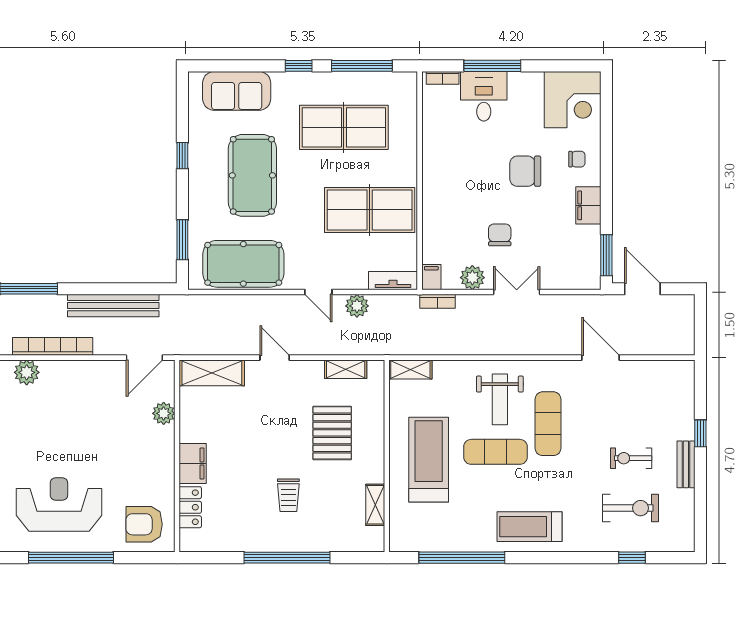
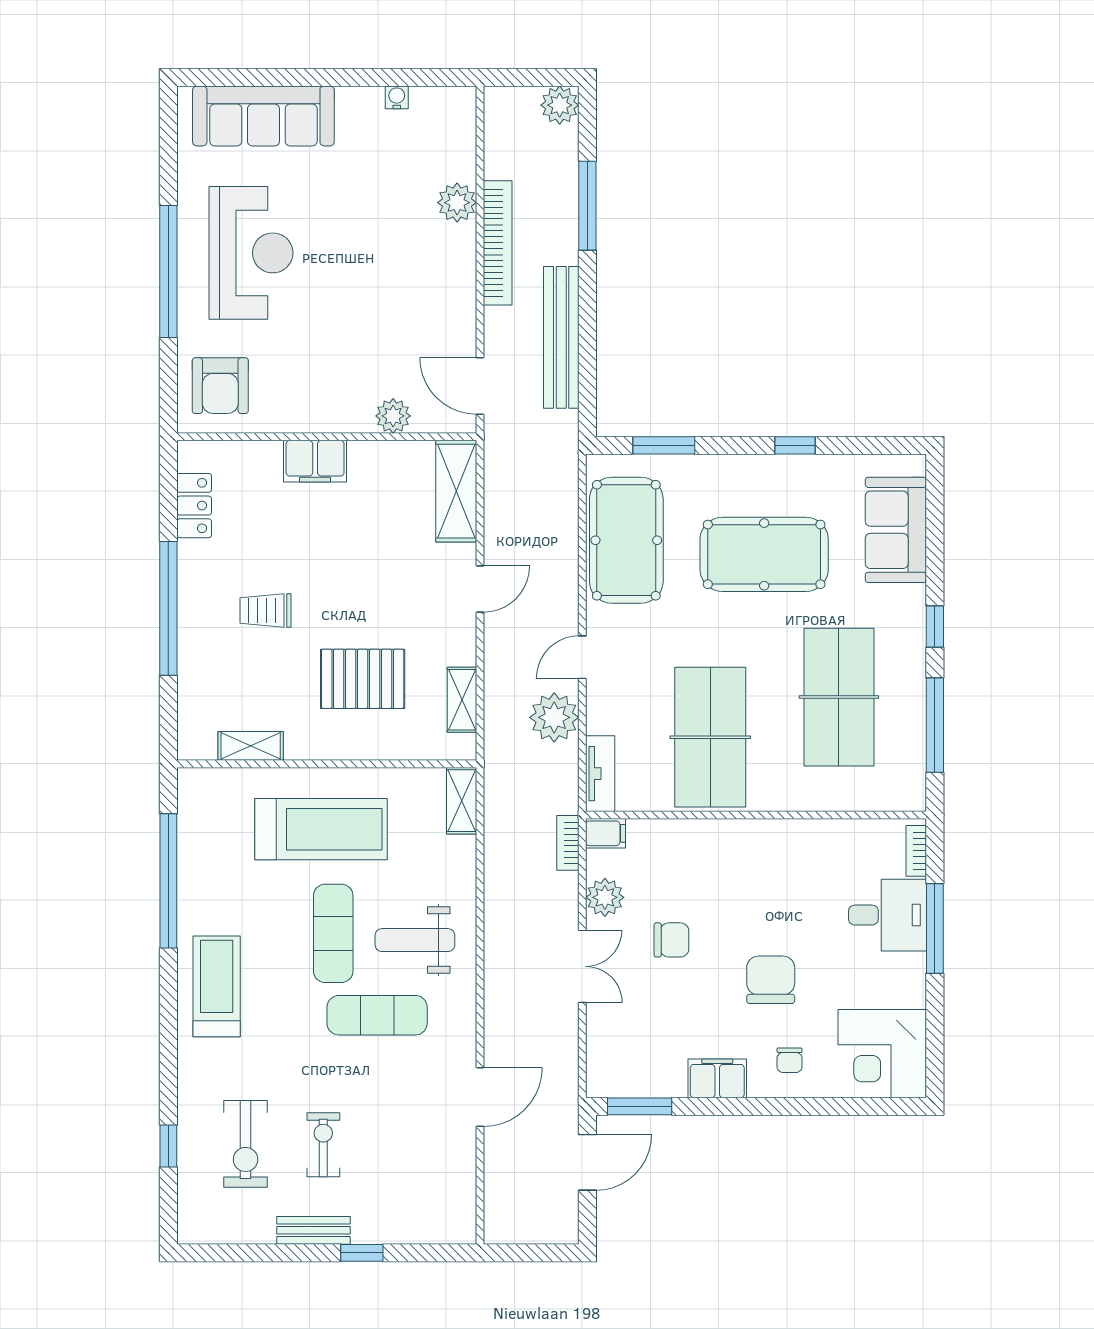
plant: (357, 306) -> (554, 717), width x1.36, depth x1.36
locker: (190, 507) -> (194, 506), moved, turned -90
armchair: (144, 524) -> (220, 386), turned 180

